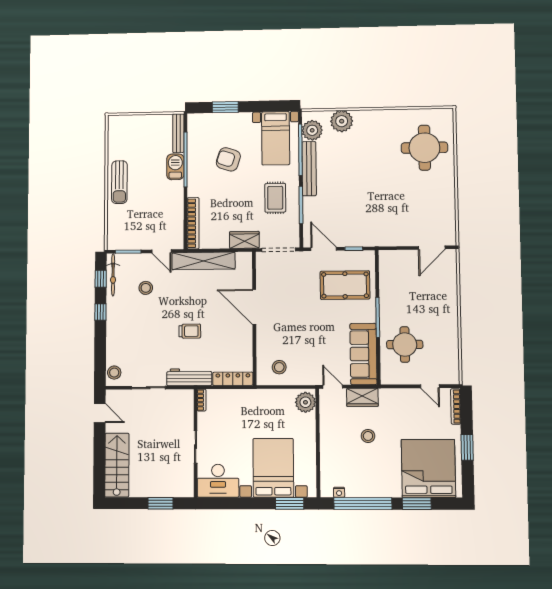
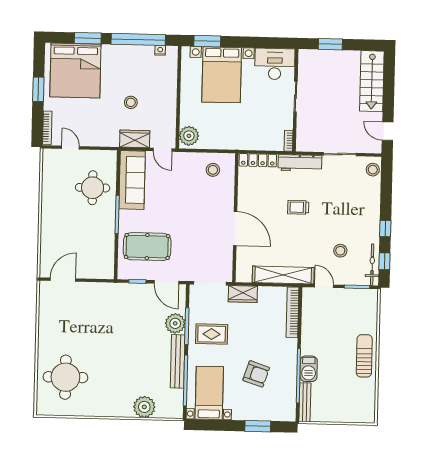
plant: (312, 130) -> (175, 323), moved
rug: (275, 198) -> (212, 334), turned 90

